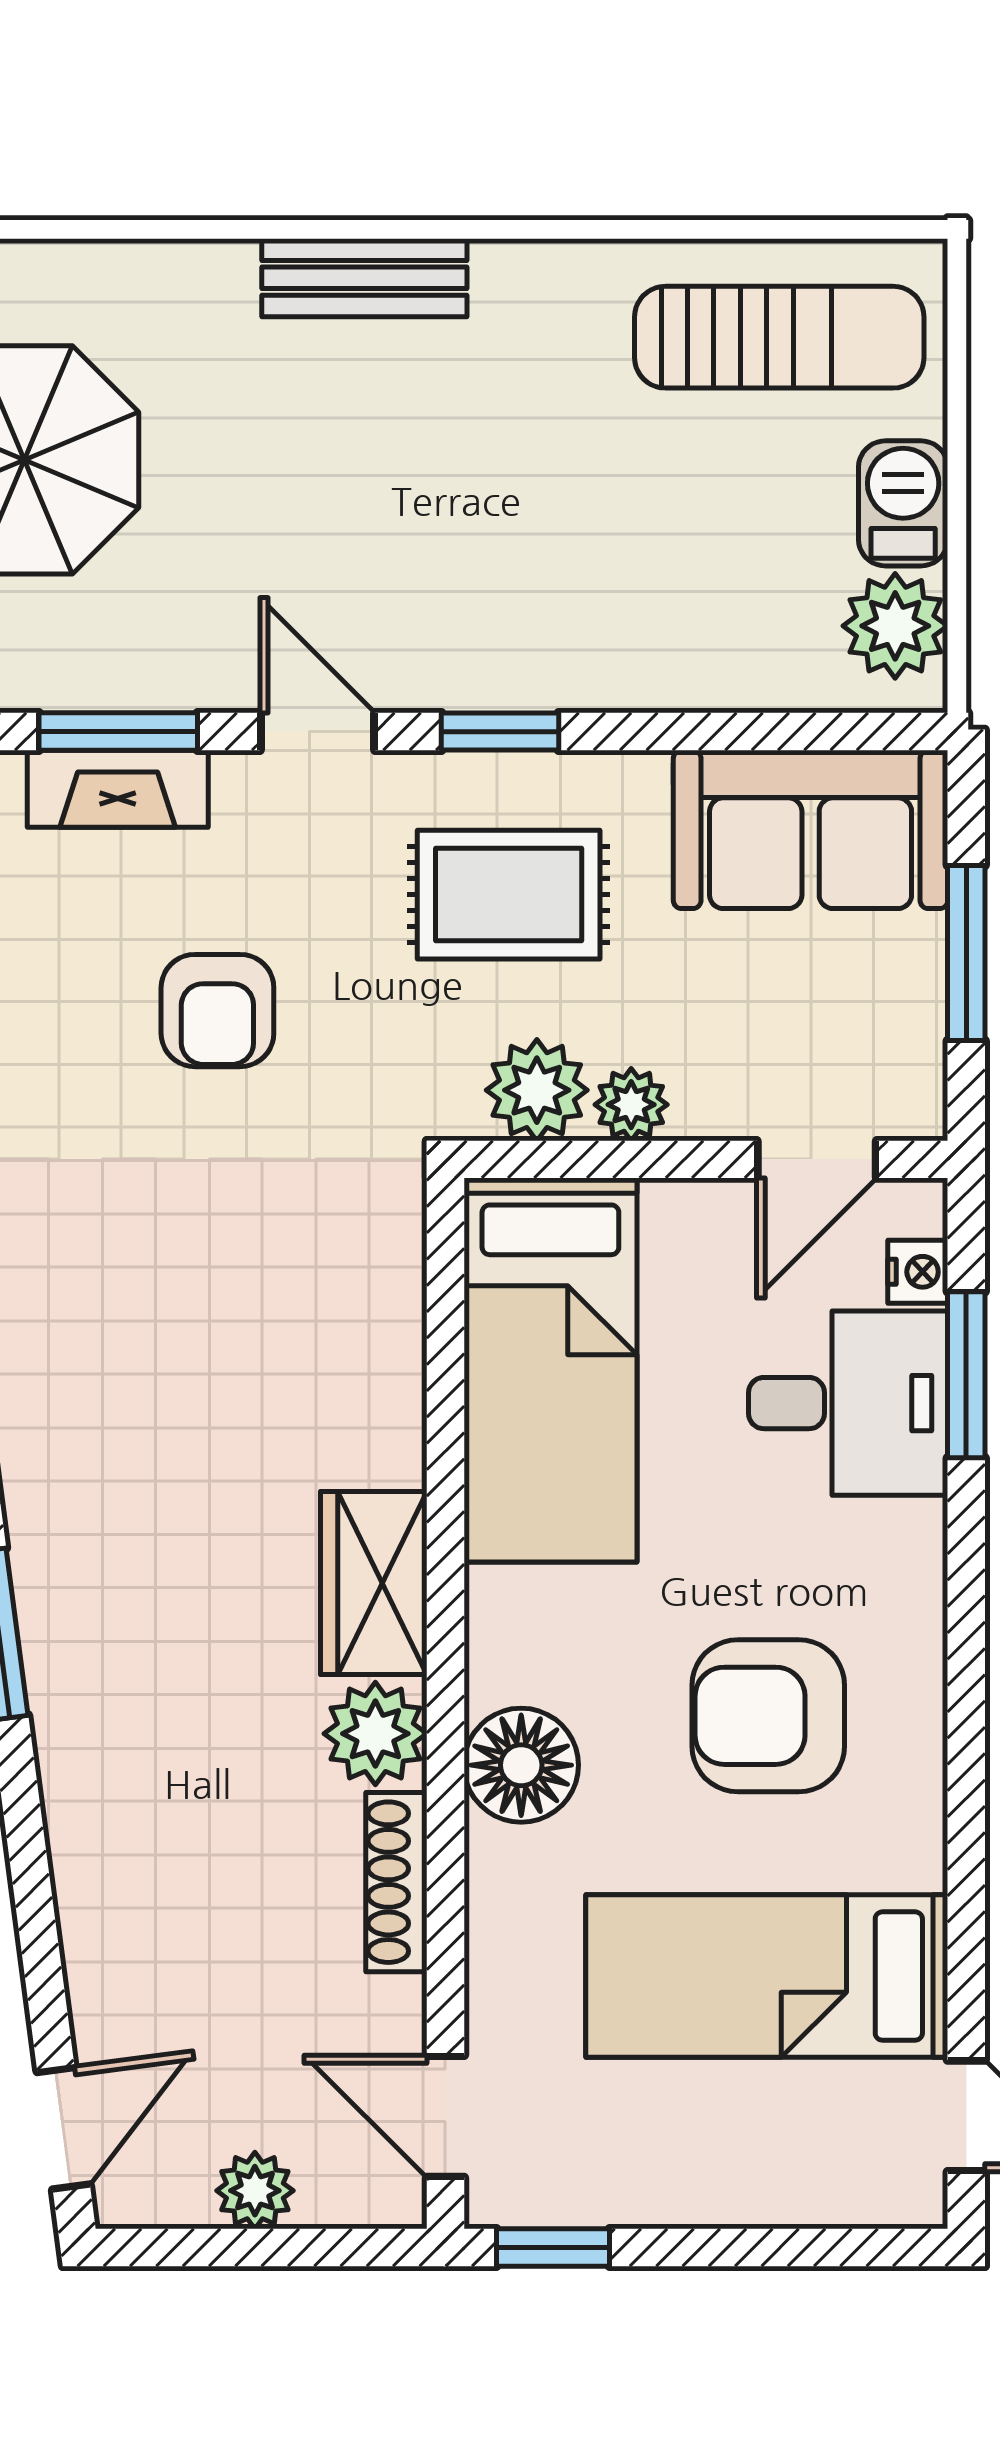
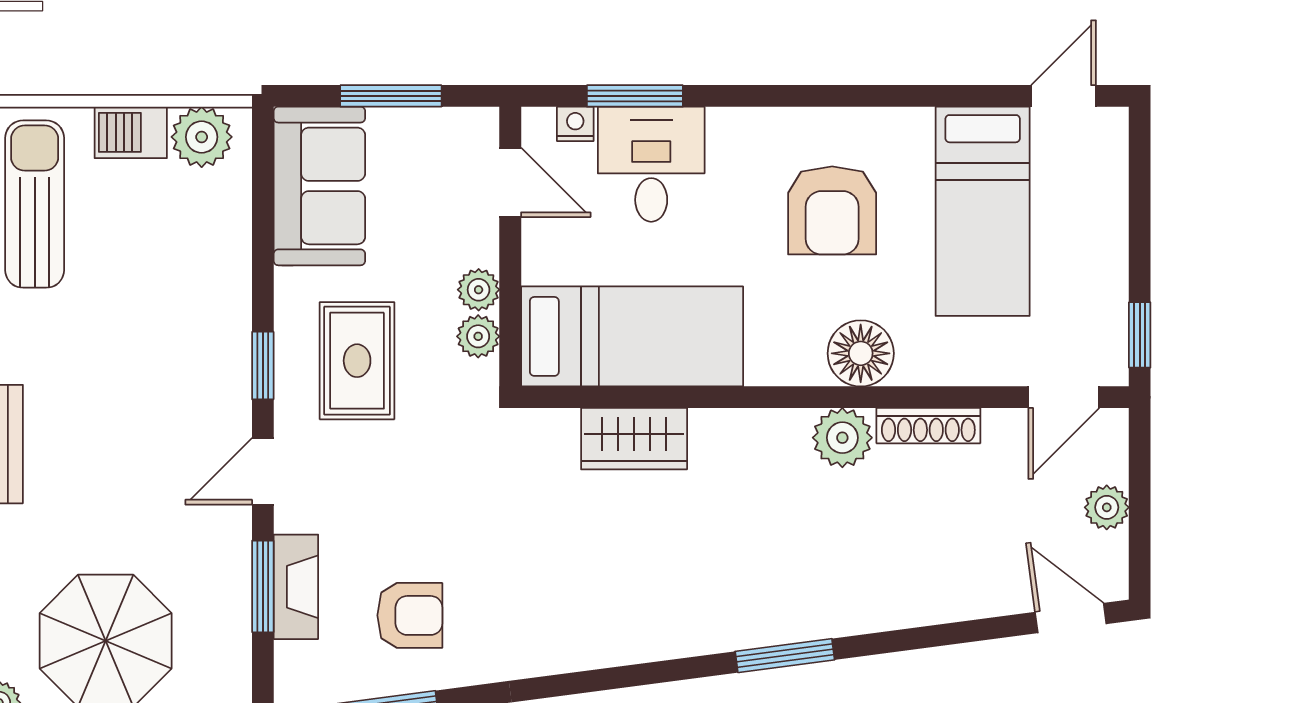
armchair: (217, 1011) -> (410, 615), moved
plant: (537, 1090) -> (478, 336), width x0.73, depth x0.73
wardrobe: (374, 1583) -> (634, 439), moved

